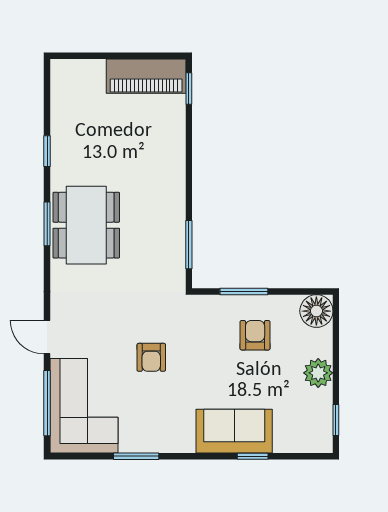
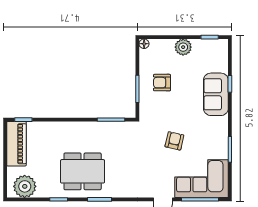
plant: (70, 91) -> (25, 186), added
dining table: (86, 225) -> (83, 171), moved
floor lamp: (316, 311) -> (144, 44), width x0.53, depth x0.53
armchair: (151, 357) -> (174, 141), turned -77

